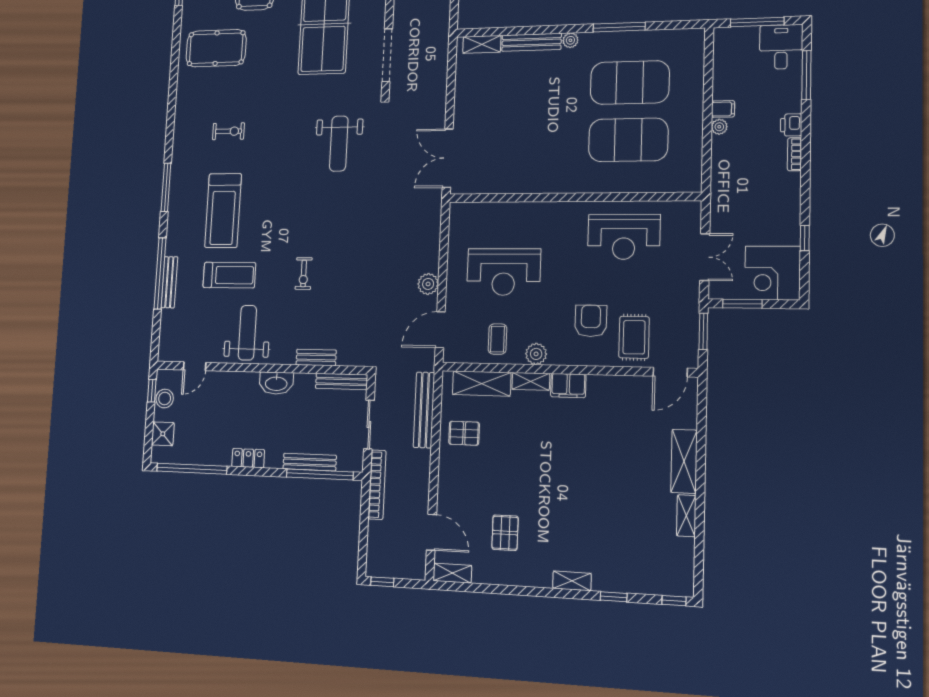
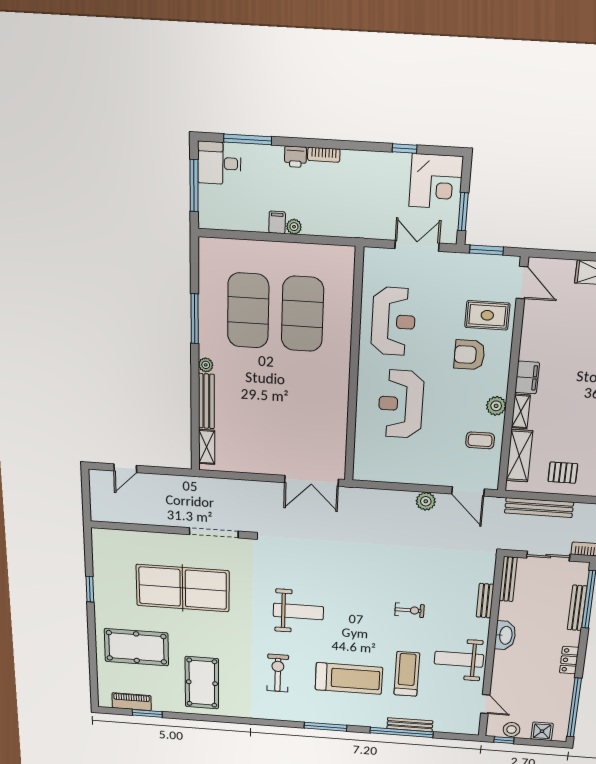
exercise bike: (228, 131) -> (278, 673), width x1.38, depth x1.39
weight bench: (339, 144) -> (298, 611), moved
reception desk: (504, 272) -> (401, 404), moved, turned 180
pallet: (464, 433) -> (563, 473), turned 90

